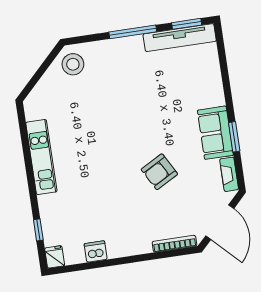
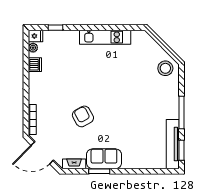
plant: (72, 258) -> (33, 48), added

